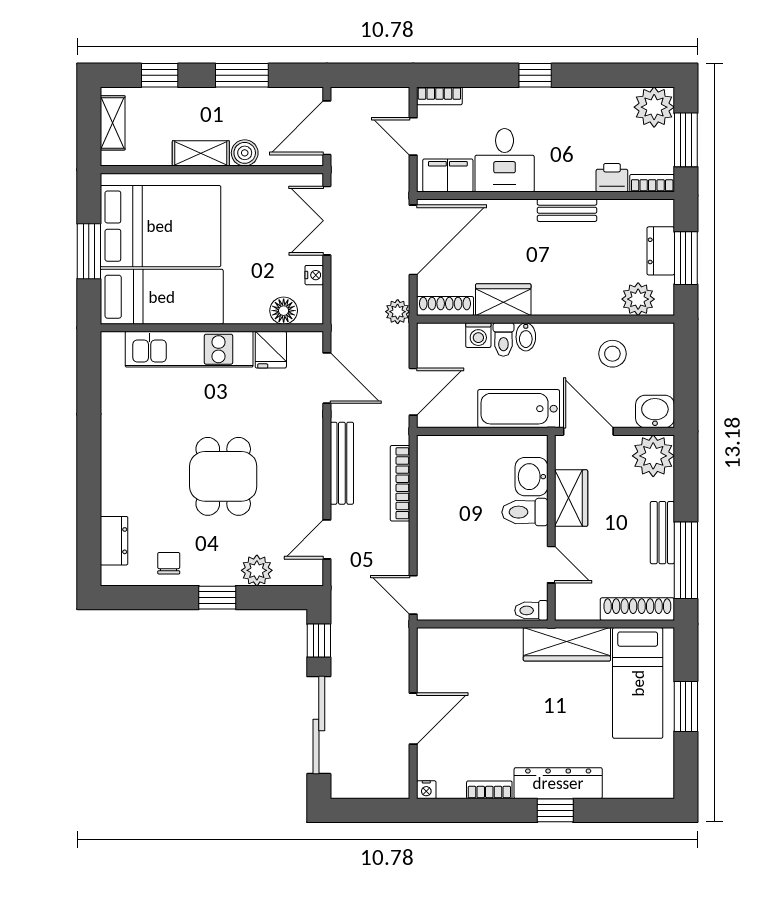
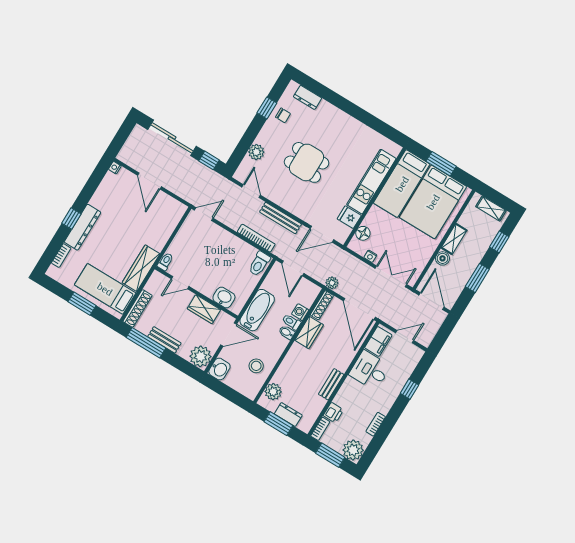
window: (535, 75) -> (409, 389), moved
bookcase: (439, 96) -> (376, 424), moved
toilet: (525, 512) -> (259, 264), moved, turned 180
window: (217, 598) -> (267, 108), moved
bookcase: (489, 790) -> (61, 256), moved

